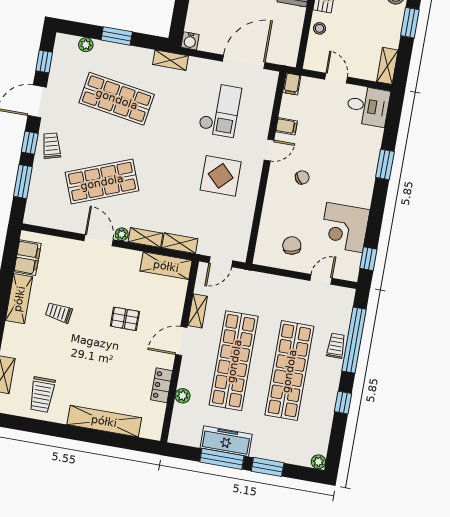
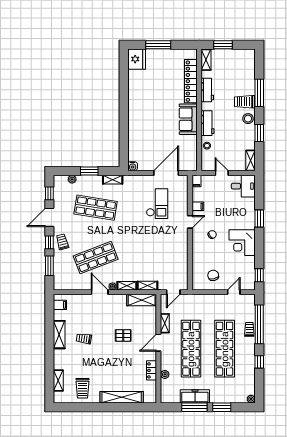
shelving: (170, 60) -> (113, 180), moved
display table: (221, 176) -> (164, 242), removed
corner desk: (345, 227) -> (242, 243), moved
filing cabinet: (28, 258) -> (60, 305), width x0.50

